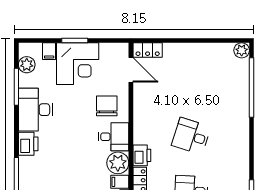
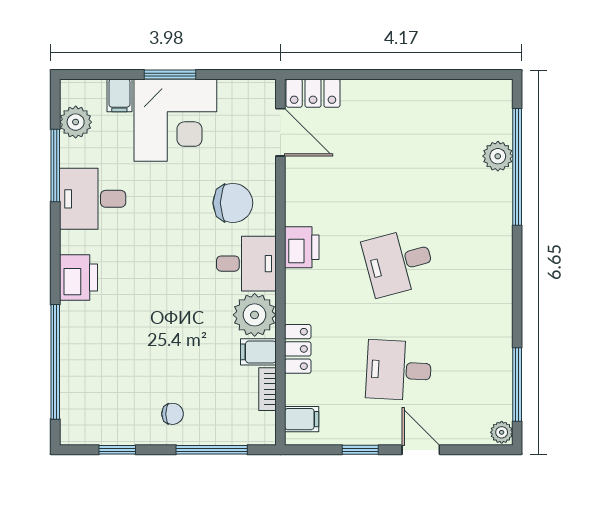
plant: (242, 50) -> (498, 156), moved
chair: (107, 106) -> (233, 203), turned 90
desk: (35, 110) -> (93, 199), width x0.73
desk: (191, 136) -> (399, 262), turned -33
printer: (142, 155) -> (302, 247), moved

